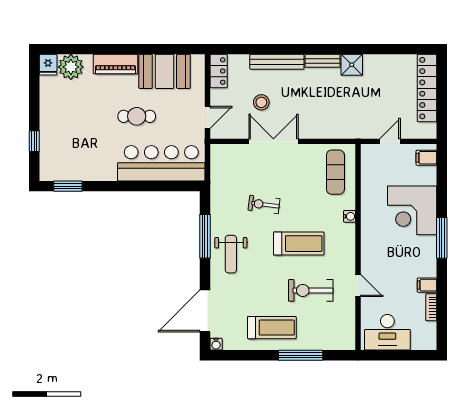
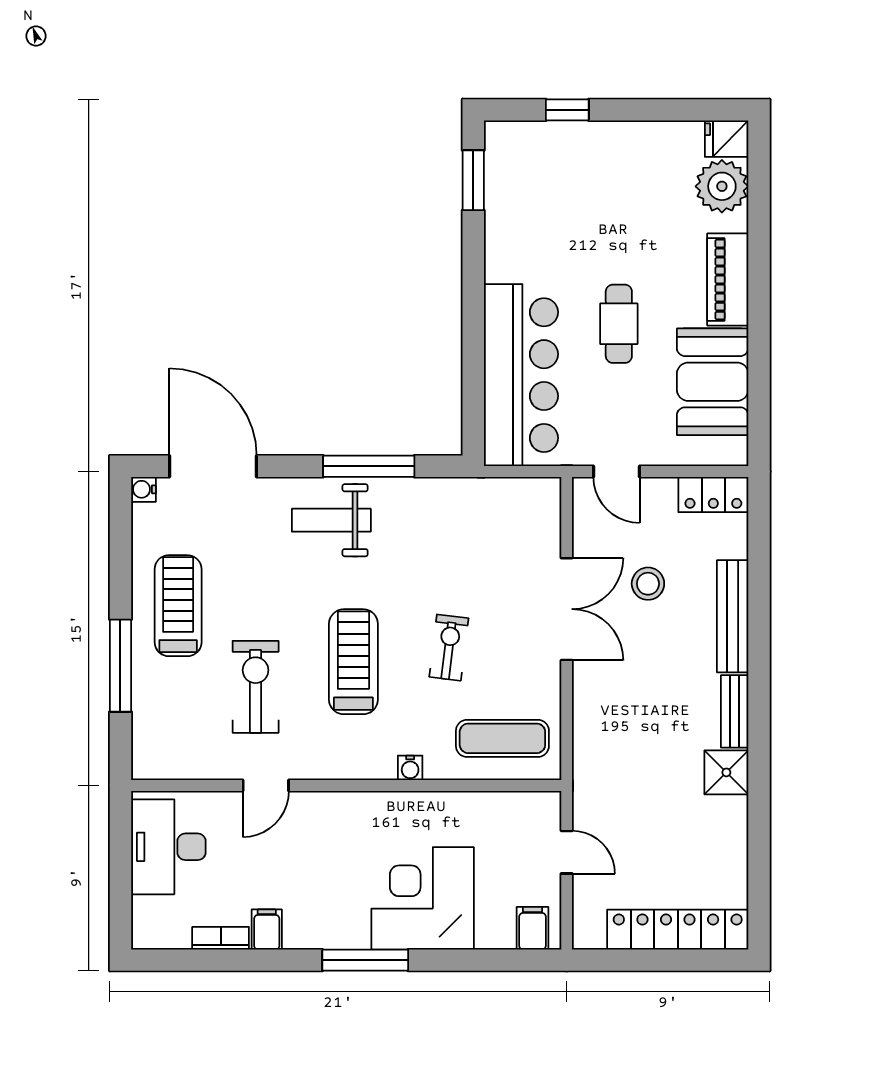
exercise bike: (264, 204) -> (449, 648), moved
treadmill: (299, 244) -> (353, 662), turned 180
treadmill: (272, 328) -> (178, 606), turned 180

